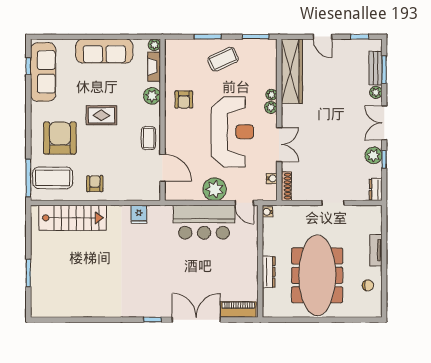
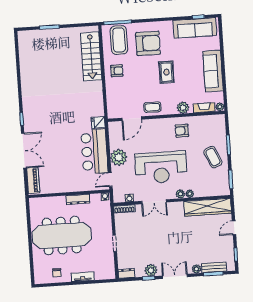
fridge: (139, 214) -> (98, 122), moved
dresser: (269, 272) -> (78, 199), moved

